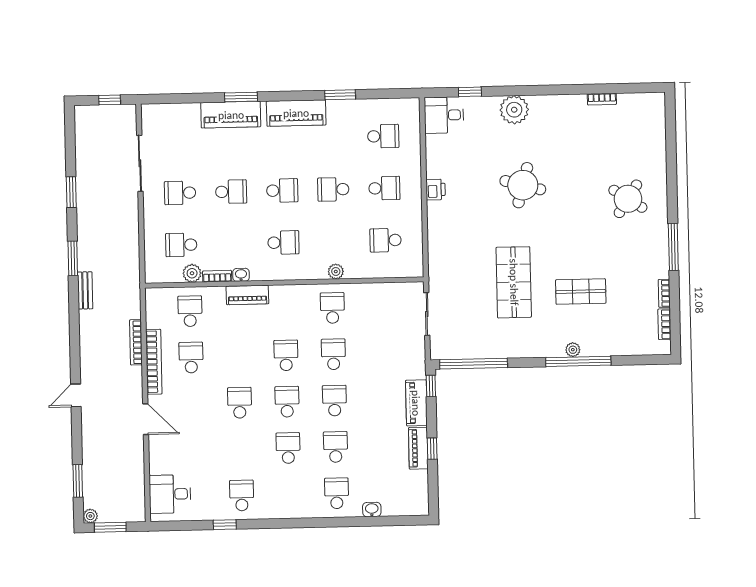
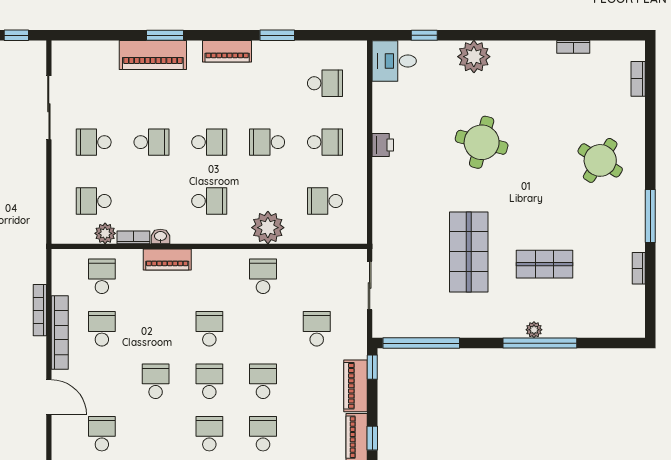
piano: (296, 113) -> (227, 51), width x0.73, depth x0.75
plant: (336, 272) -> (268, 228), width x1.88, depth x1.88
bookcase: (664, 324) -> (638, 79), moved
school desk: (333, 354) -> (317, 329), moved
school desk: (193, 450) -> (102, 434), added

